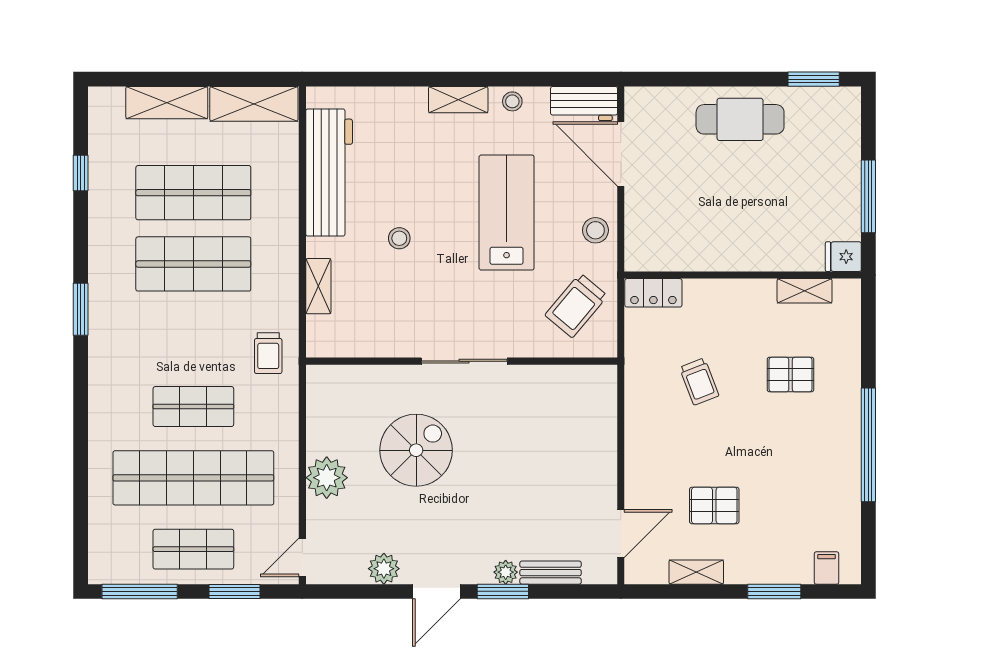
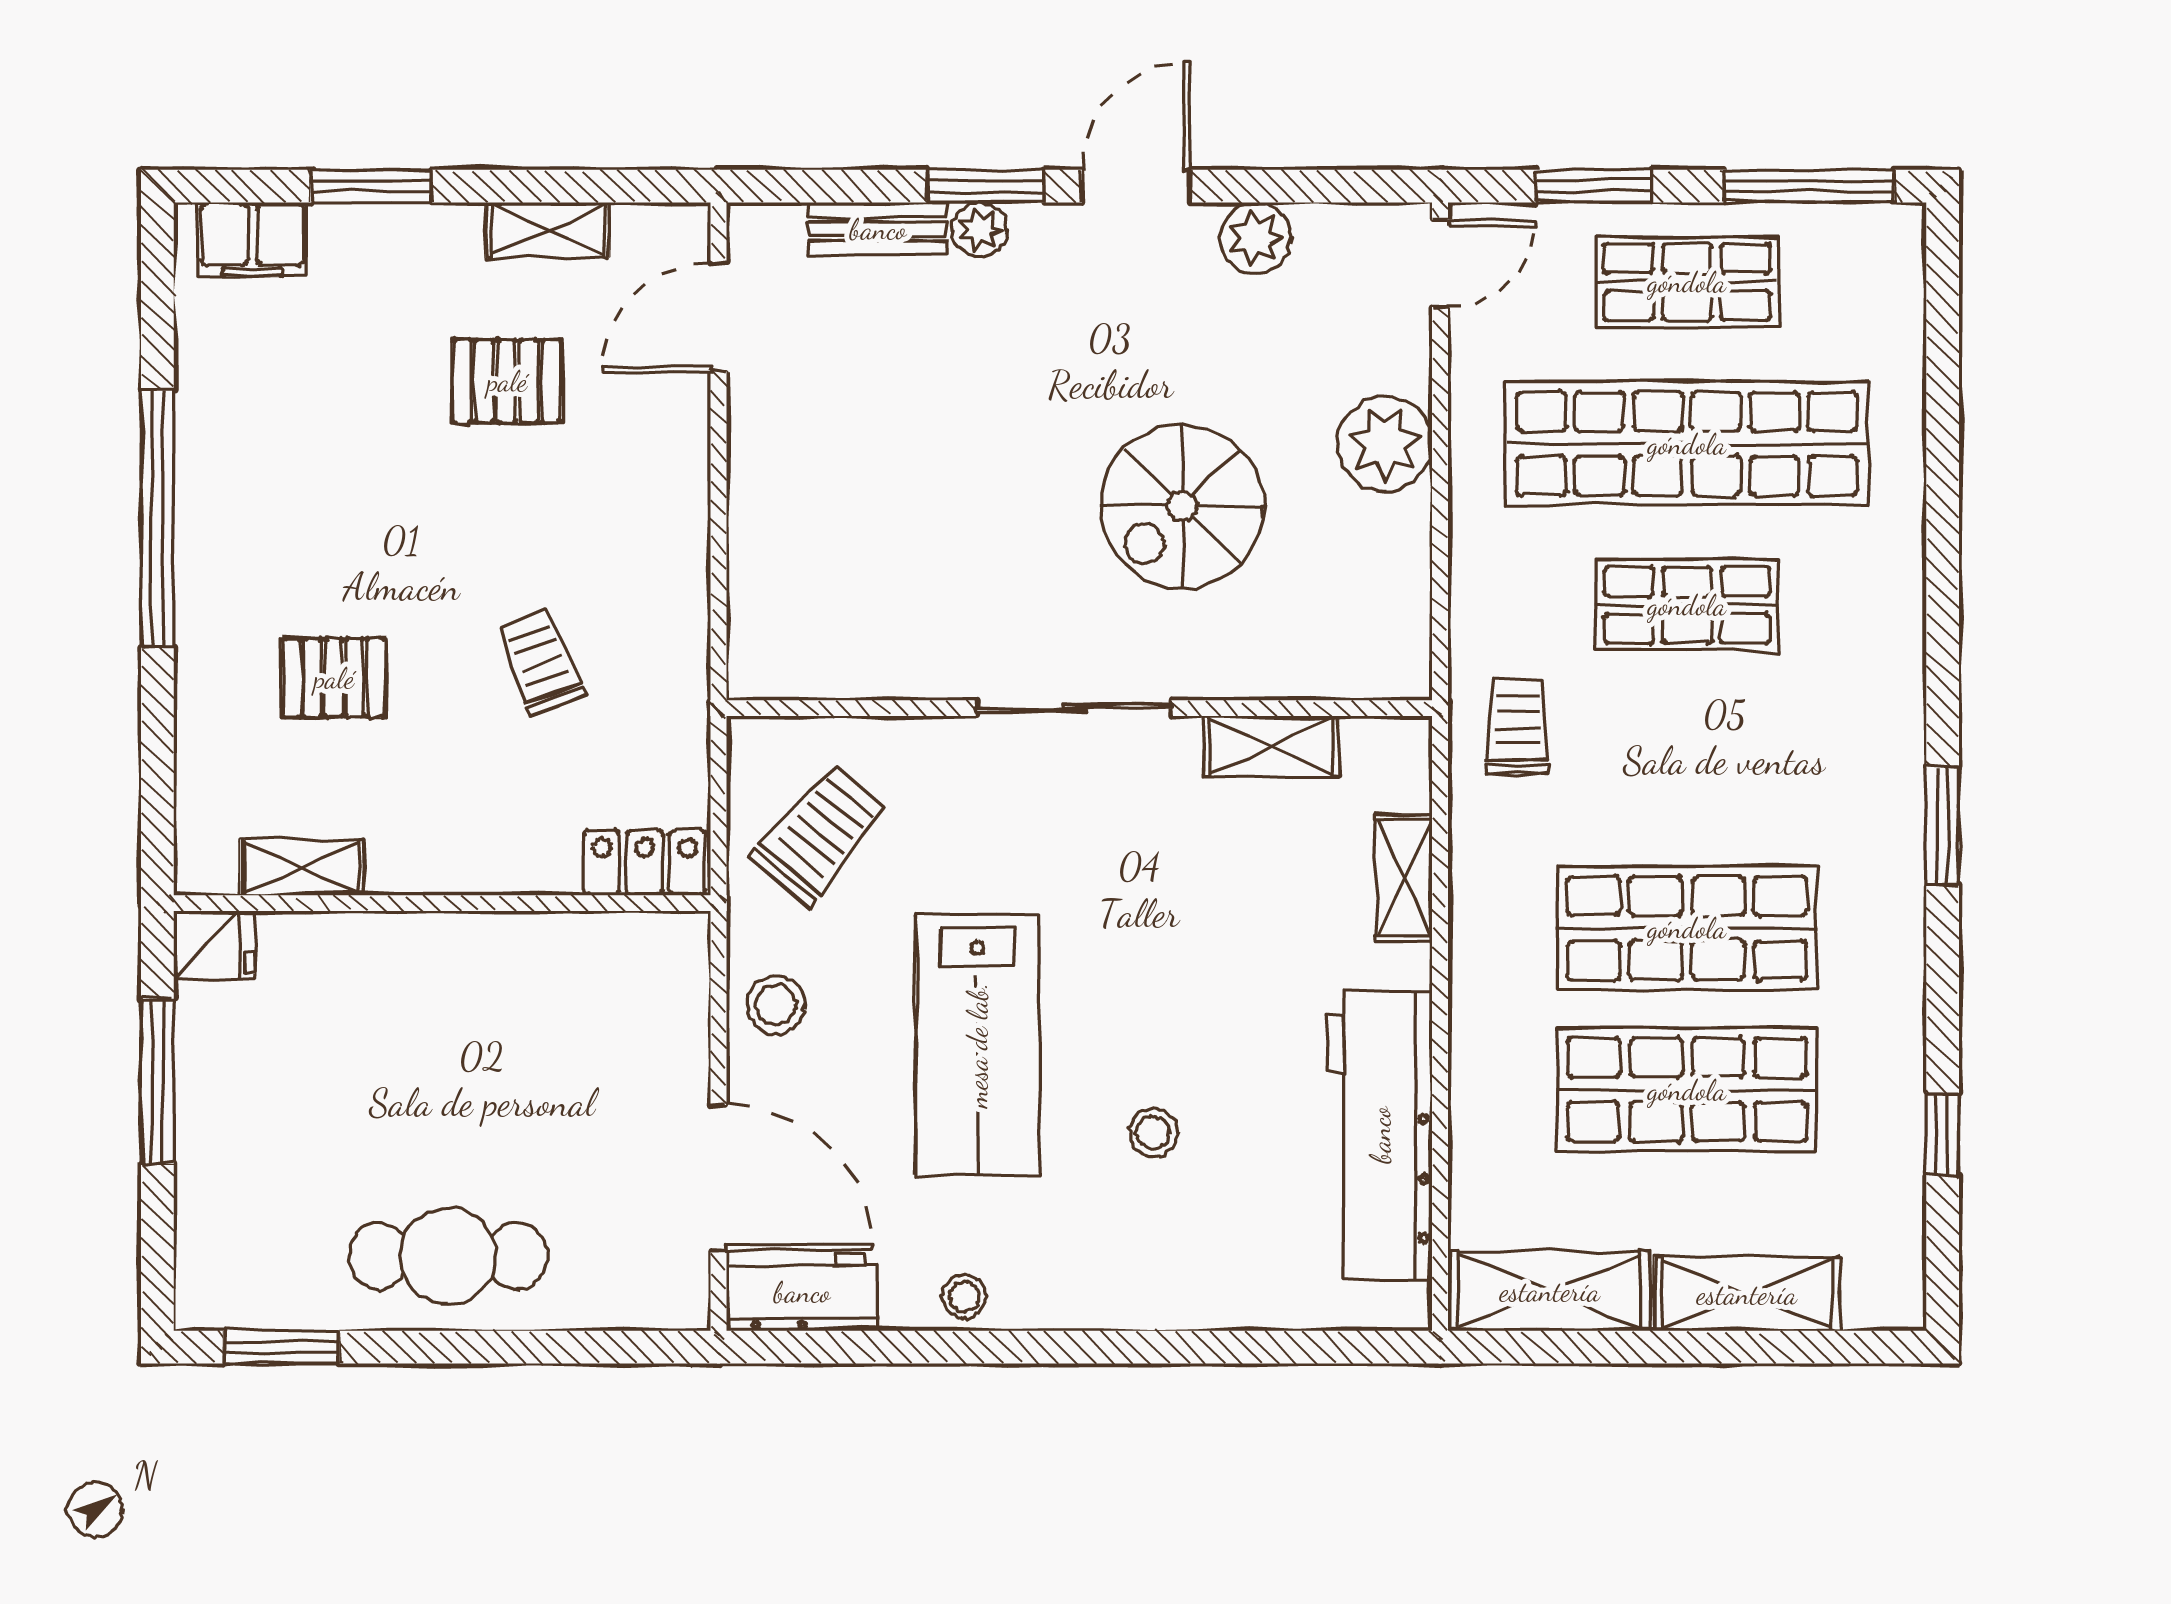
shelving: (458, 100) -> (1271, 746), moved
stool: (399, 238) -> (1153, 1132), moved
filing cabinet: (826, 568) -> (252, 239), width x2.00

